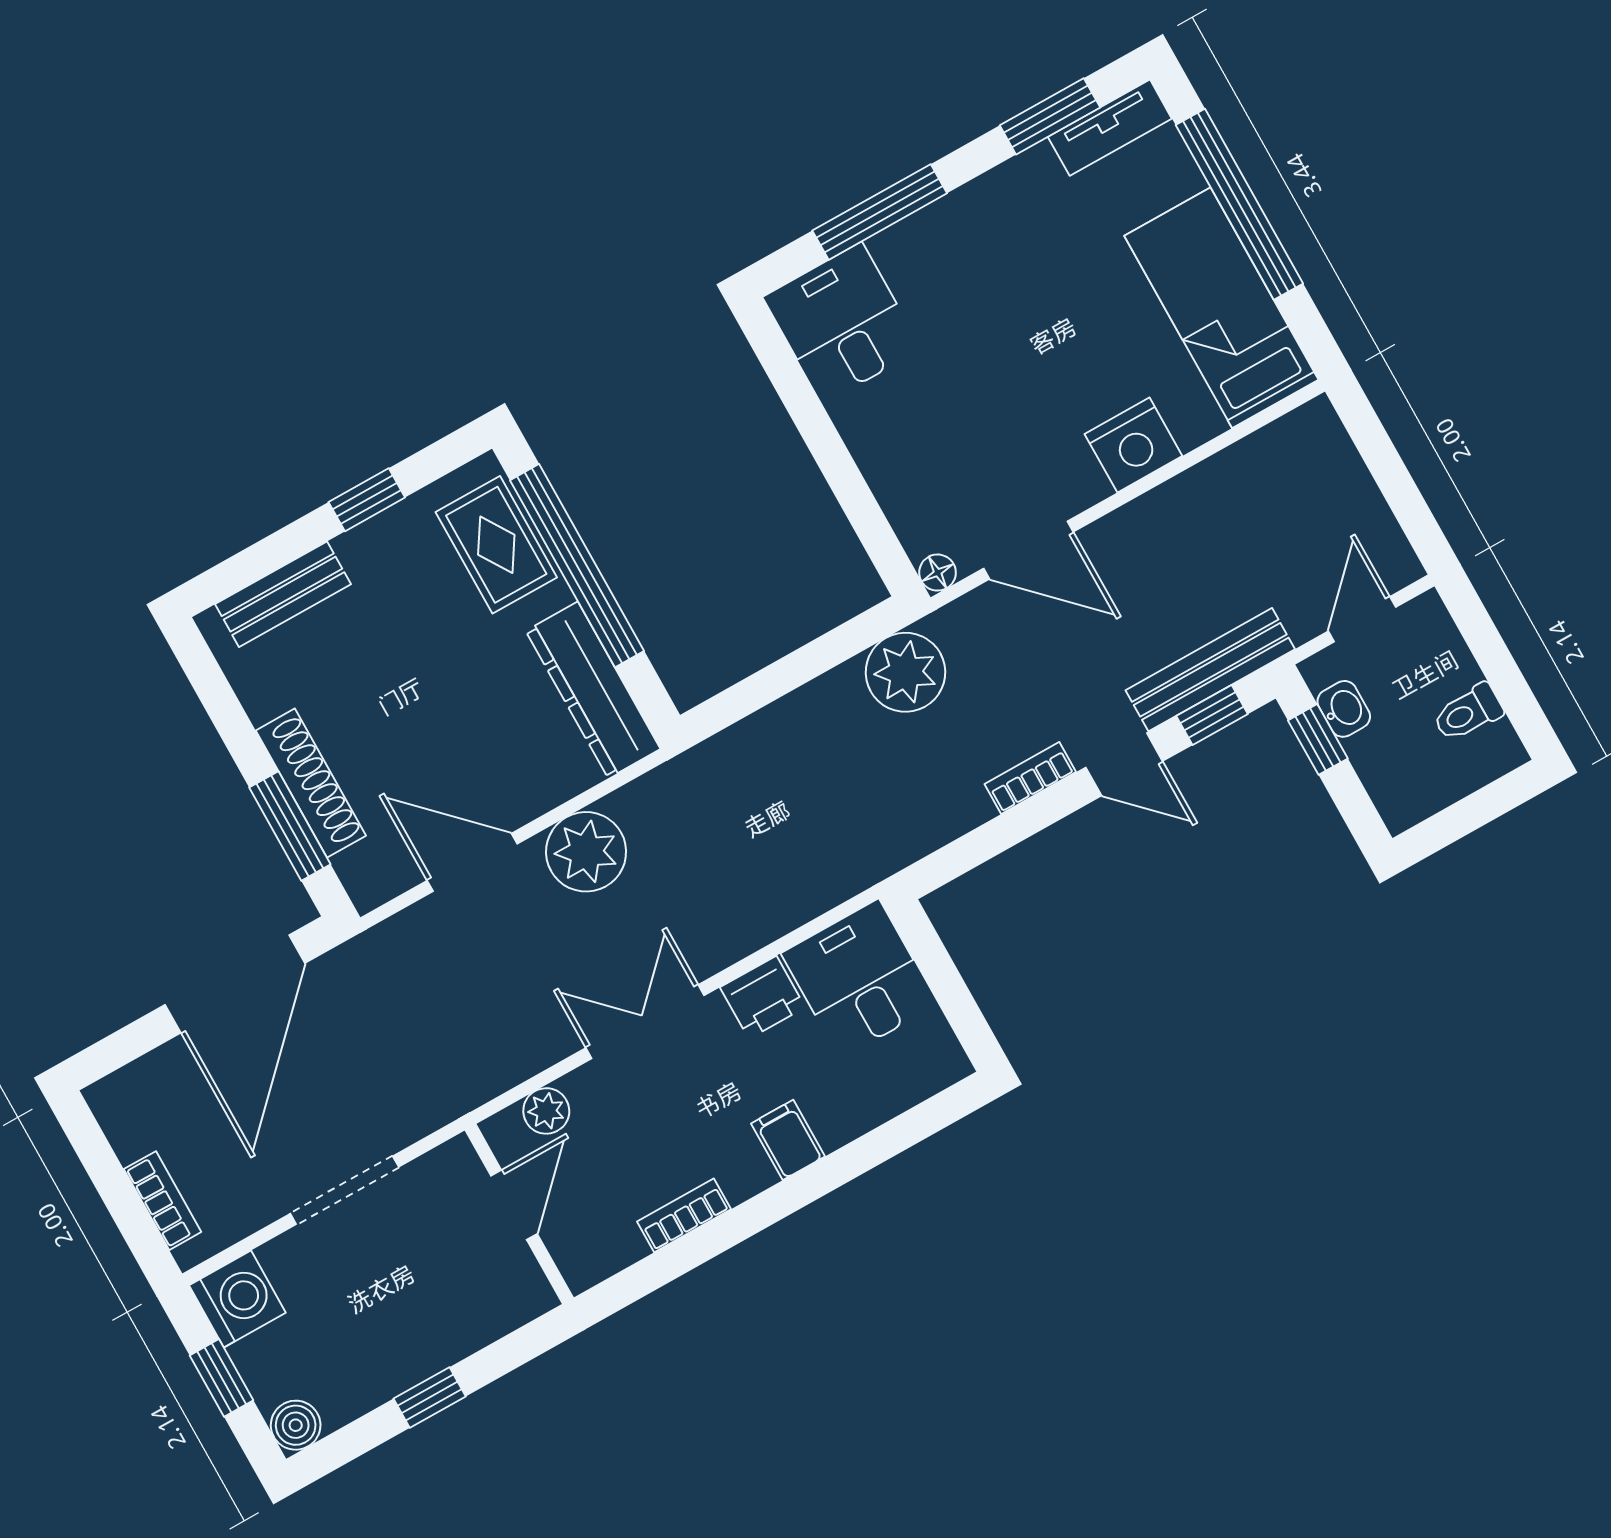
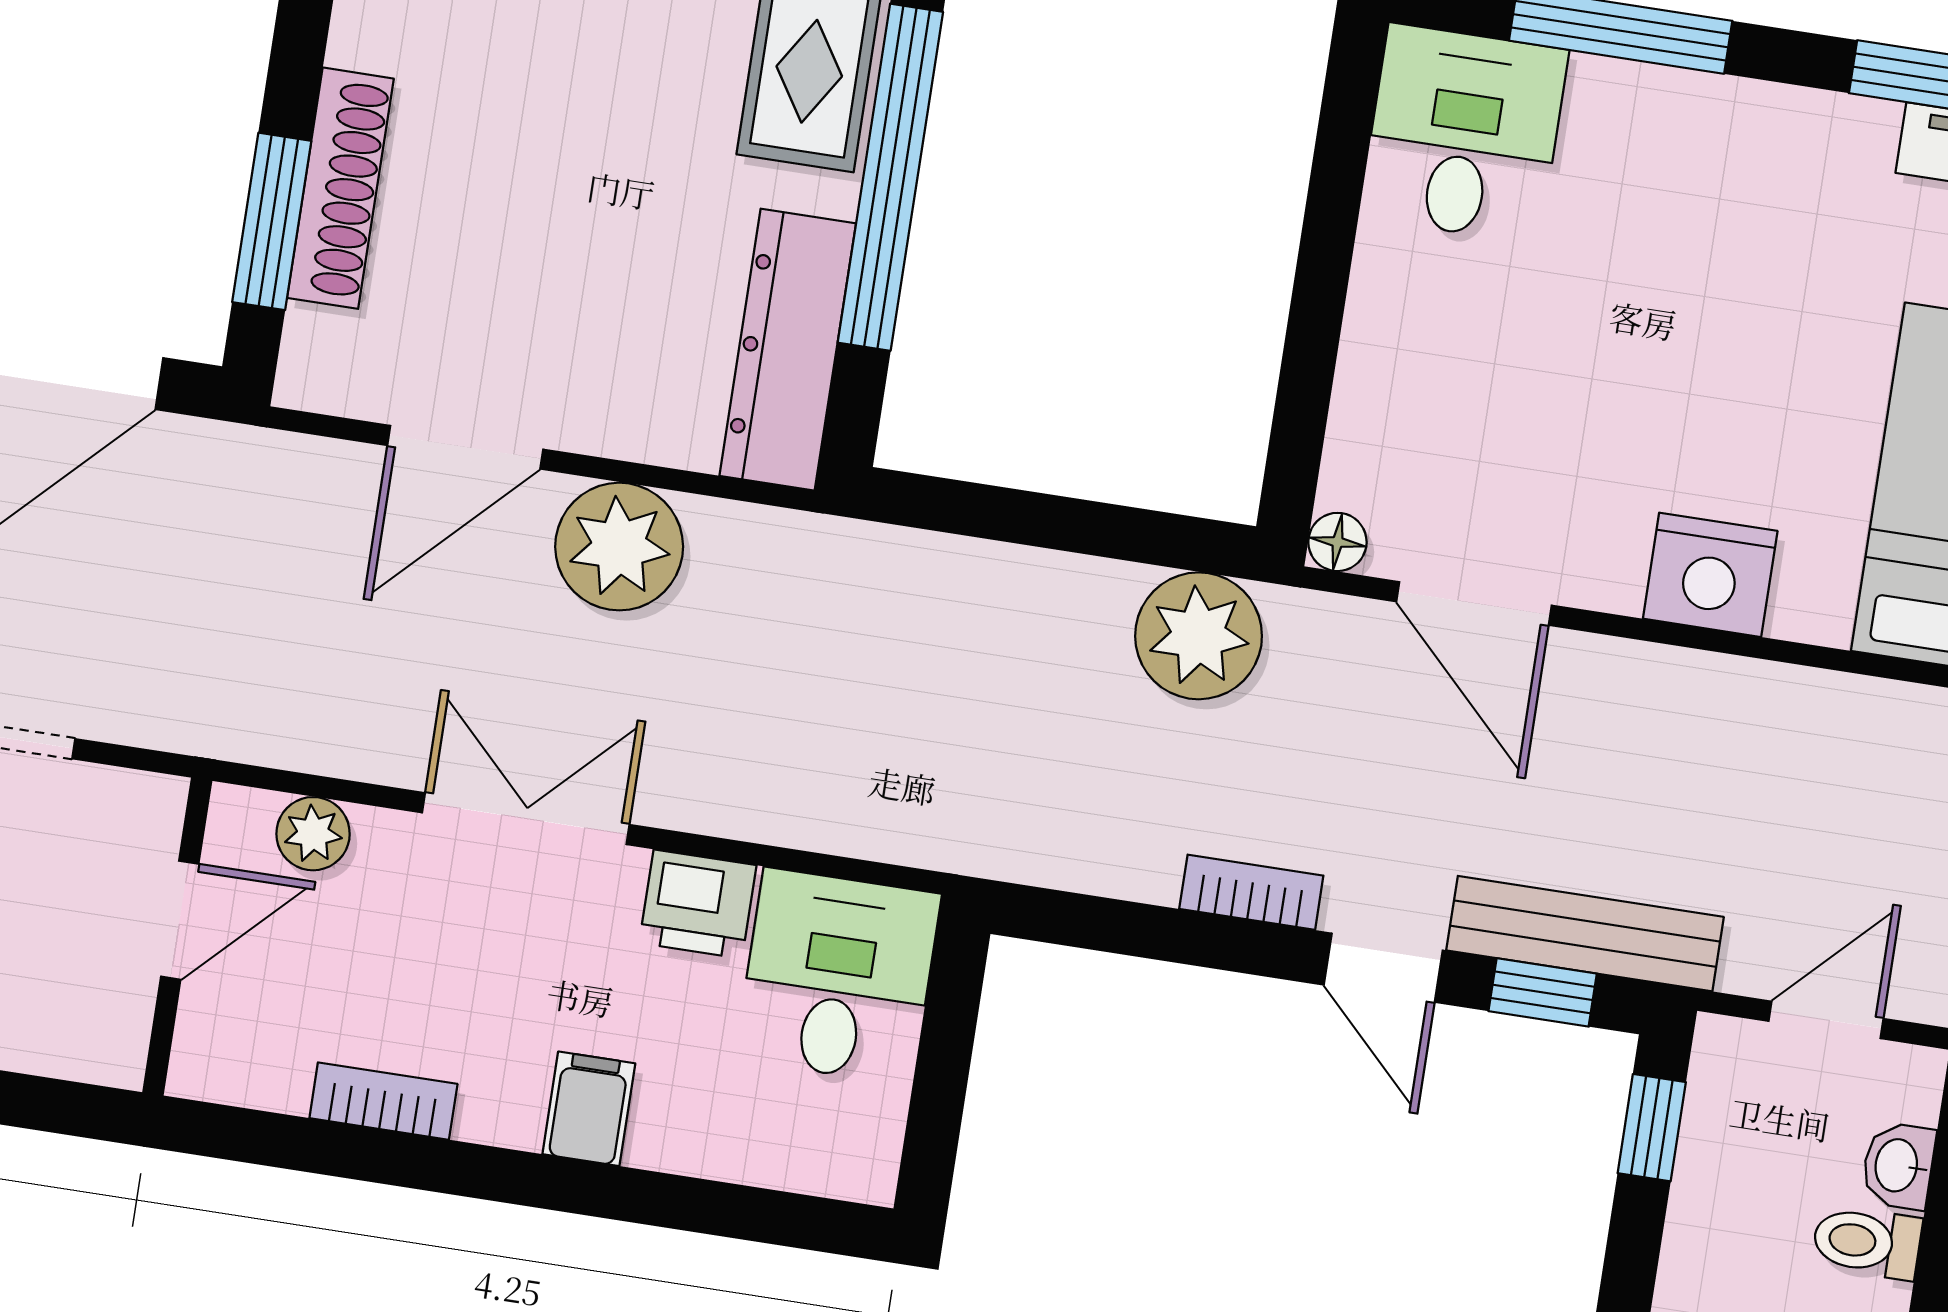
washbasin: (1344, 709) -> (1898, 1166), moved, turned 180
door: (472, 862) -> (465, 447), swing flipped

